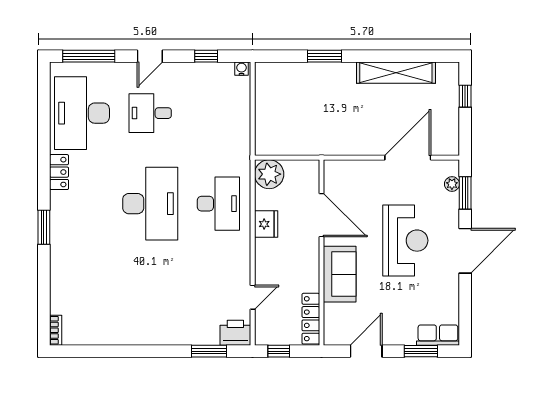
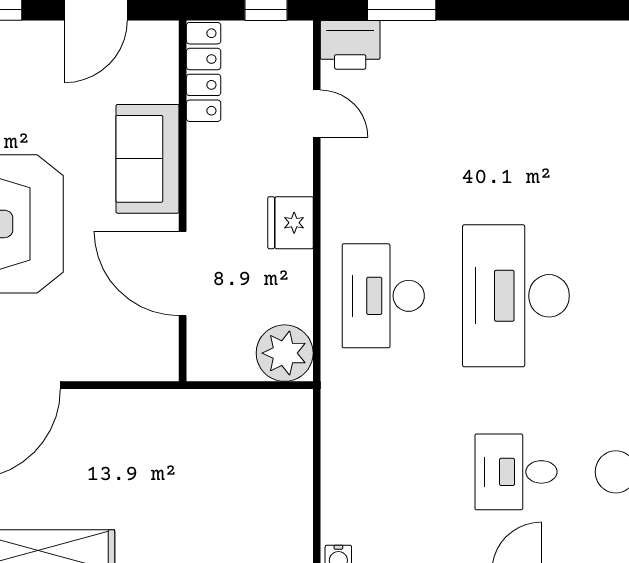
desk: (150, 113) -> (516, 472), turned 180
fridge: (266, 224) -> (291, 223), moved
door: (253, 297) -> (317, 114), swing flipped

